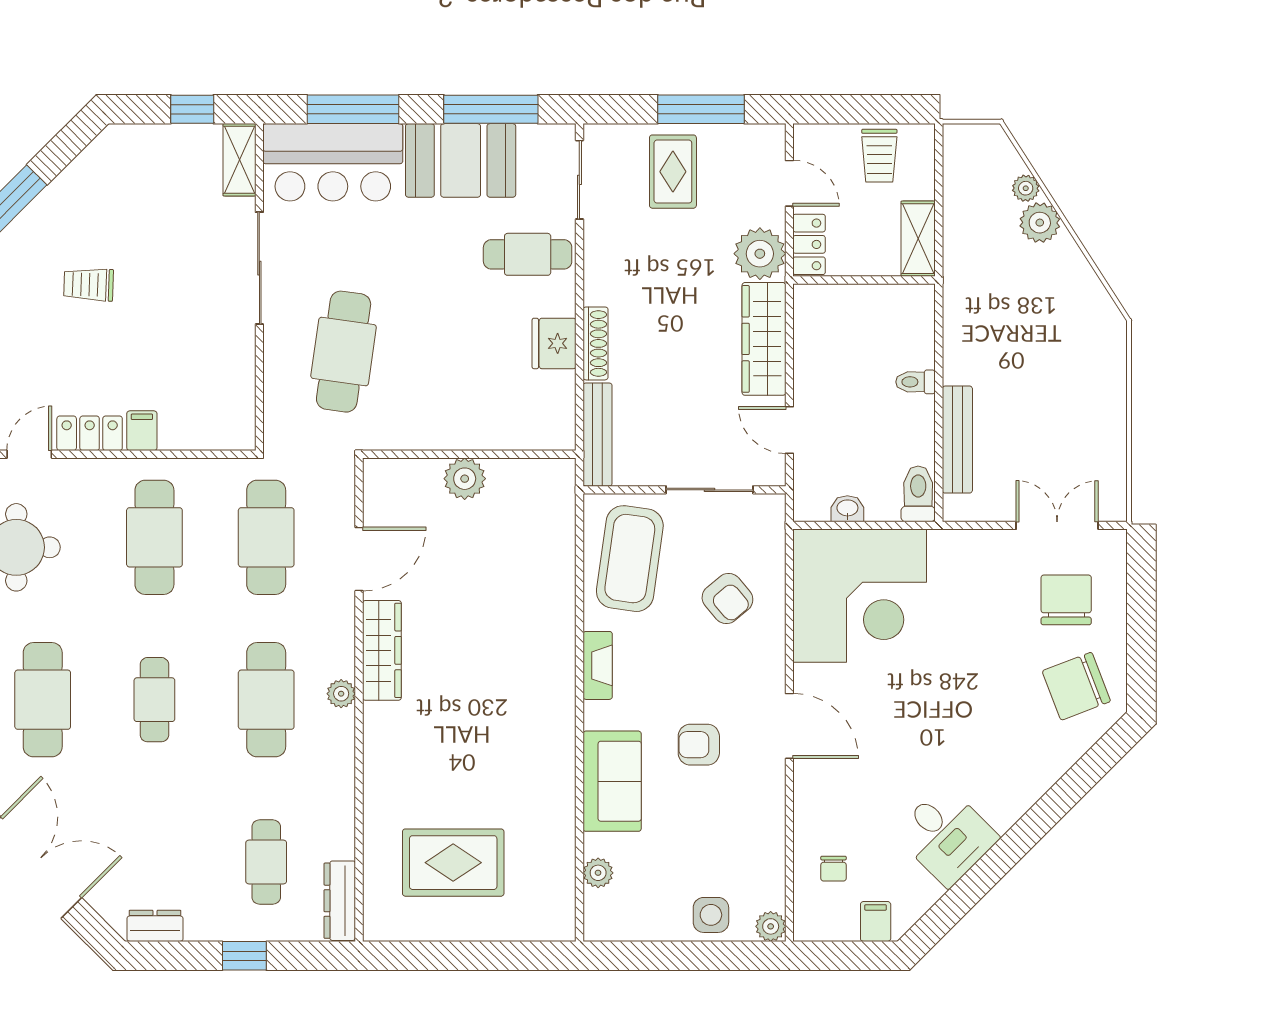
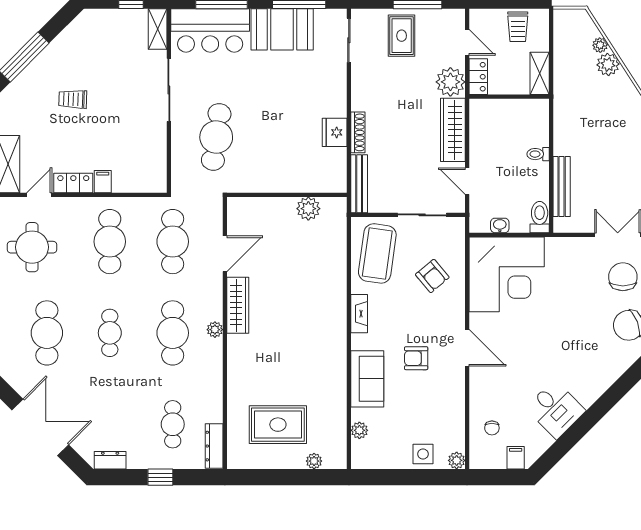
cafe table: (528, 254) -> (320, 82), removed
plant: (465, 479) -> (308, 209), moved
plant: (517, 927) -> (314, 461), added

